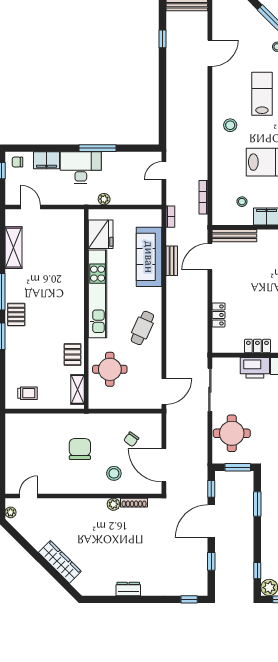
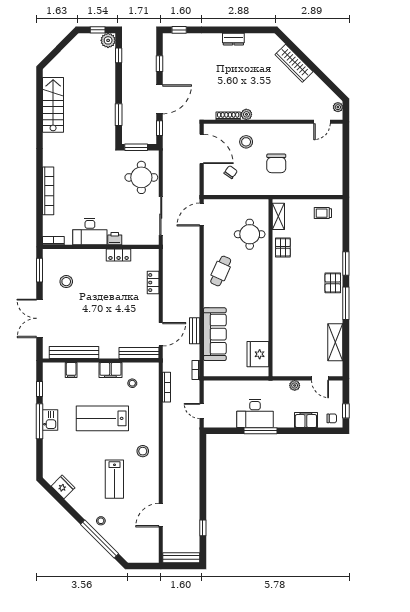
desk: (81, 168) -> (255, 413), moved
door: (164, 170) -> (202, 411), swing flipped
plant: (104, 199) -> (295, 385), moved
kitchen unit: (98, 294) -> (261, 301), removed
printer: (255, 368) -> (115, 239), width x0.53, depth x0.68

